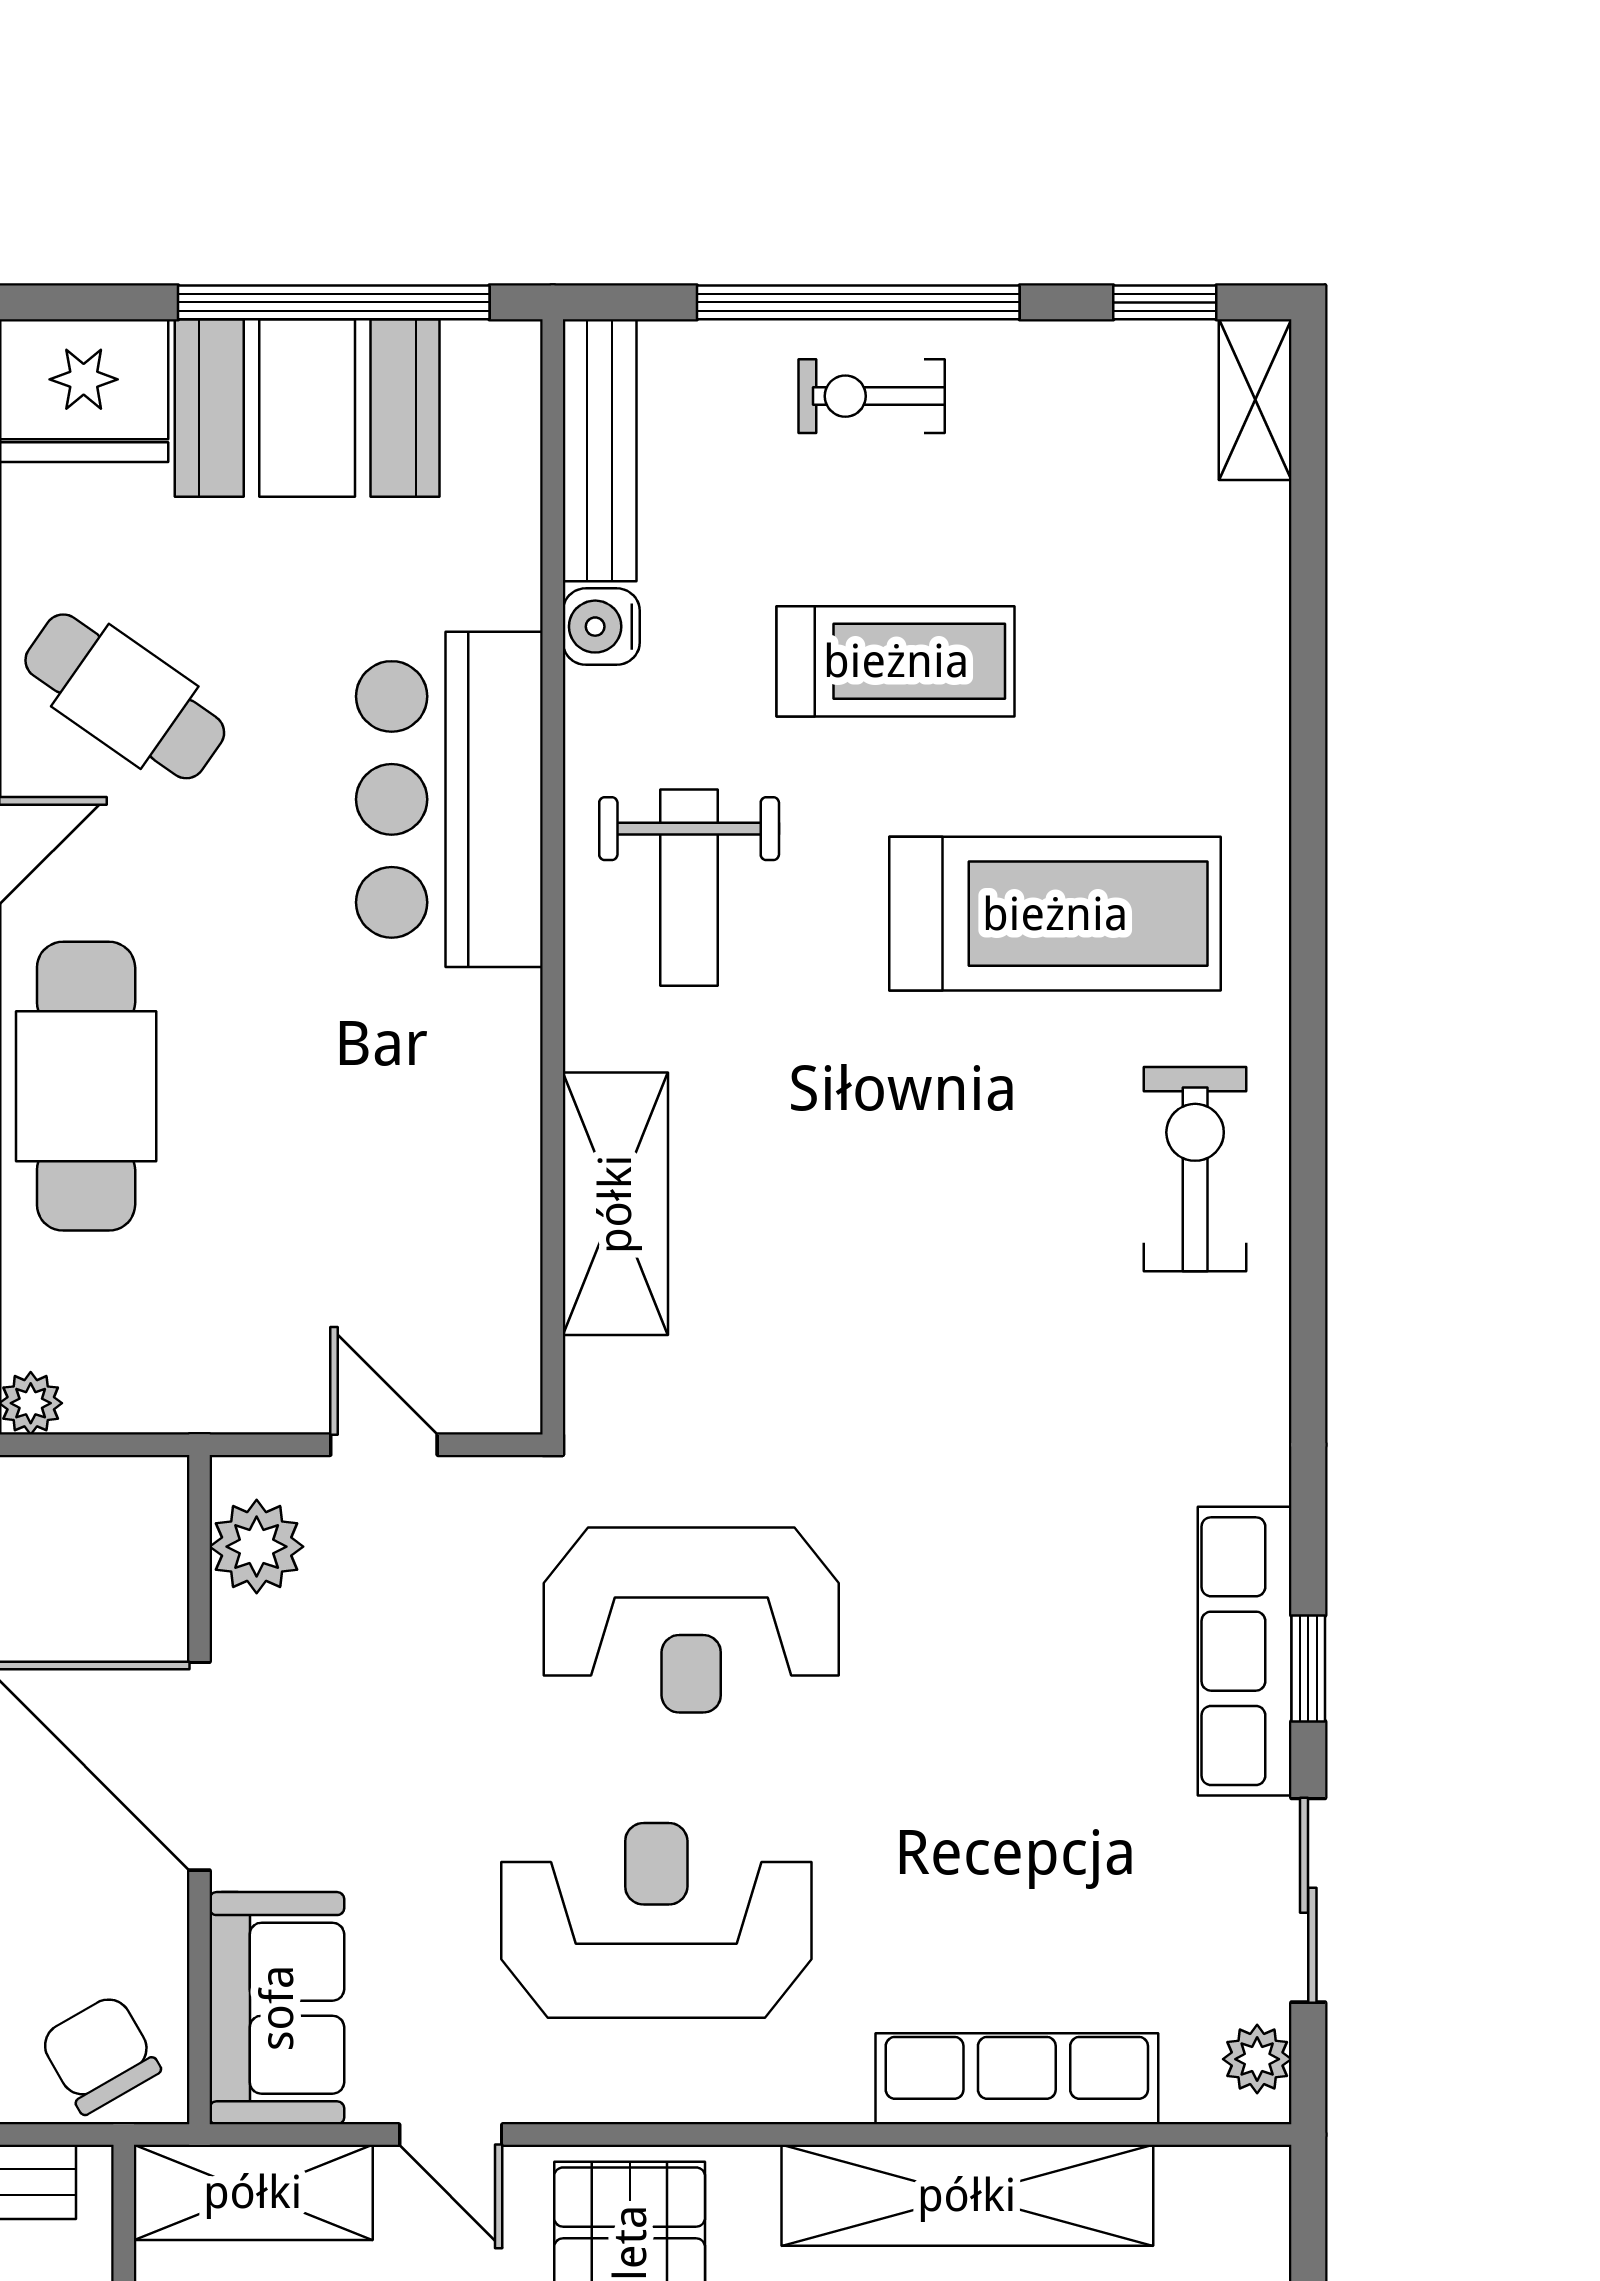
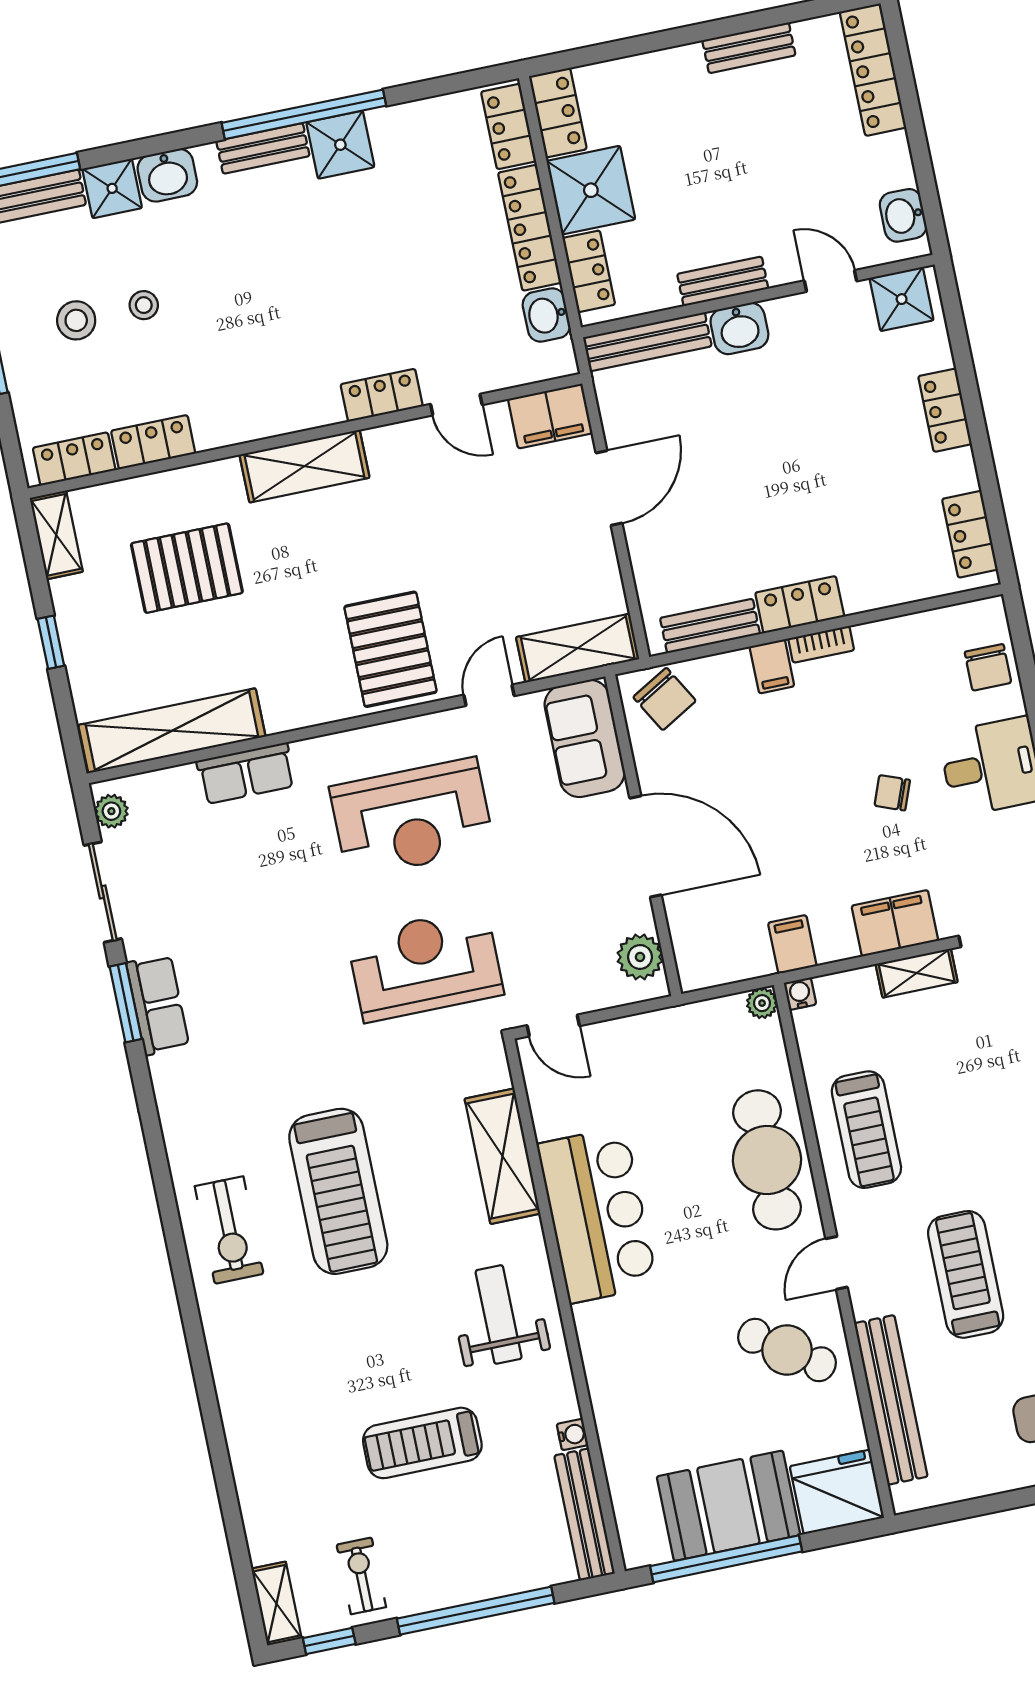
exercise bike: (872, 396) -> (361, 1576), moved, turned -90
water cooler: (601, 627) -> (572, 1434), width x0.72, depth x0.72
bar counter: (449, 799) -> (597, 1215), moved
treadmill: (1055, 914) -> (338, 1191), moved, turned -90
door: (384, 1445) -> (553, 1026), moved
row of seats: (1245, 1651) -> (158, 1005), width x0.68
window: (1308, 1668) -> (126, 1003), width x1.50
row of seats: (1017, 2079) -> (246, 773), width x0.68
door: (451, 2135) -> (489, 695), hinge flipped
shelving: (967, 2195) -> (172, 731), moved

